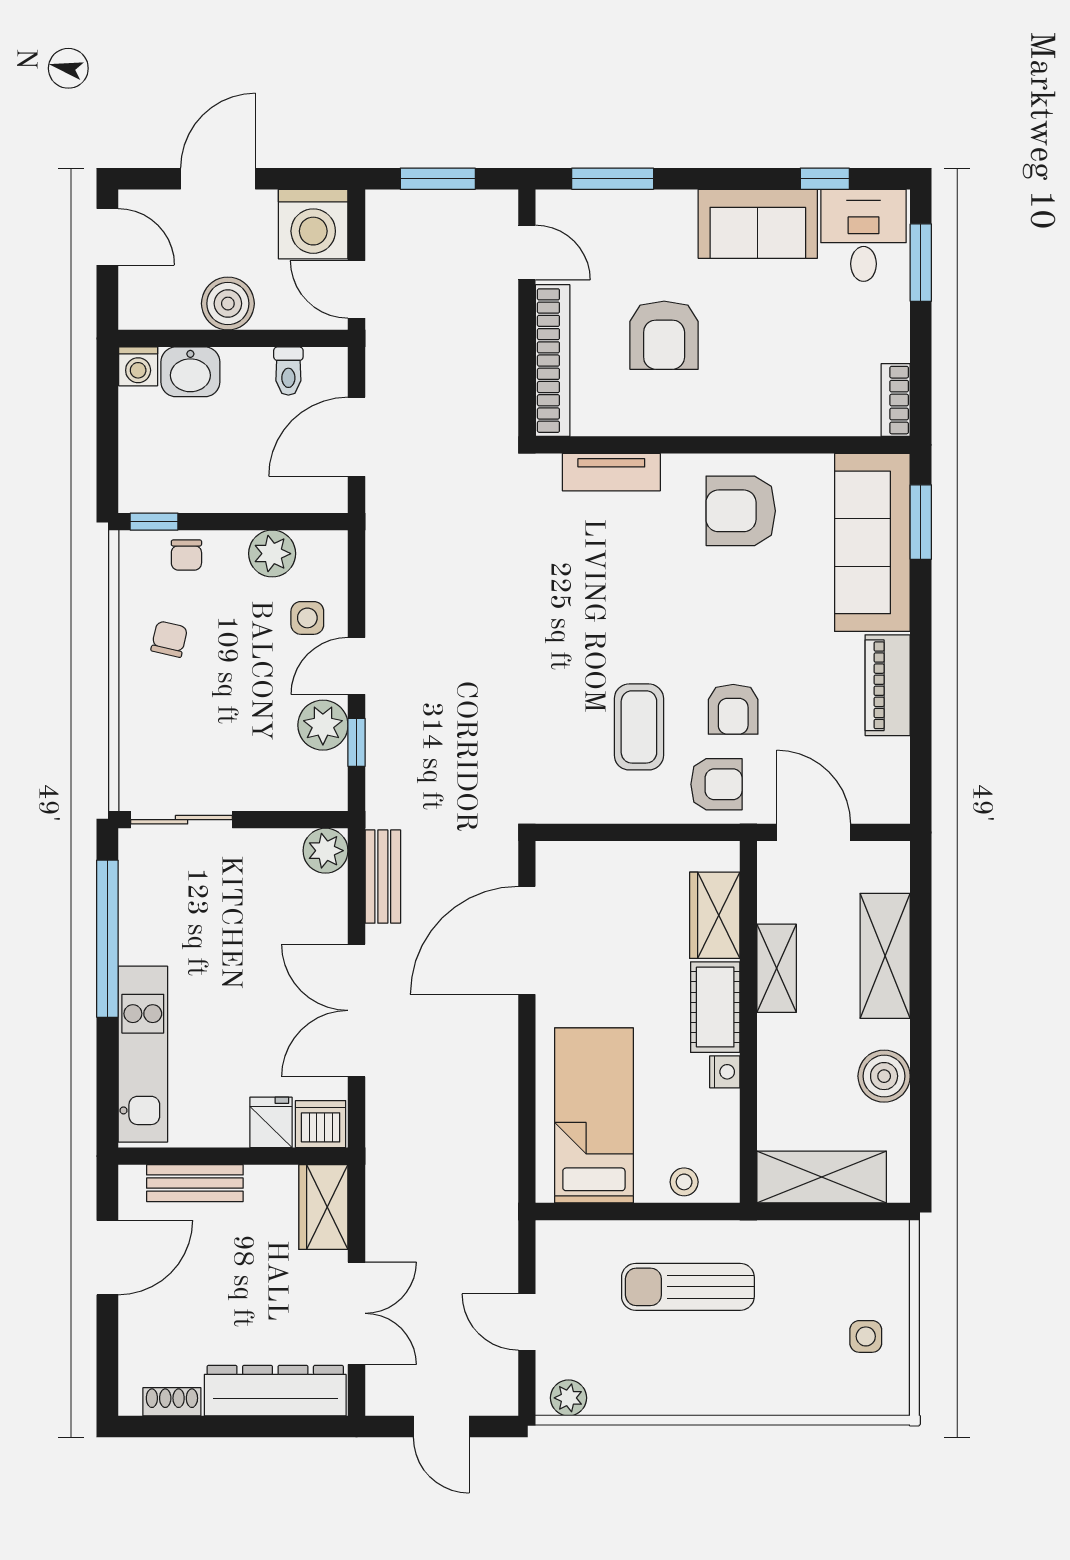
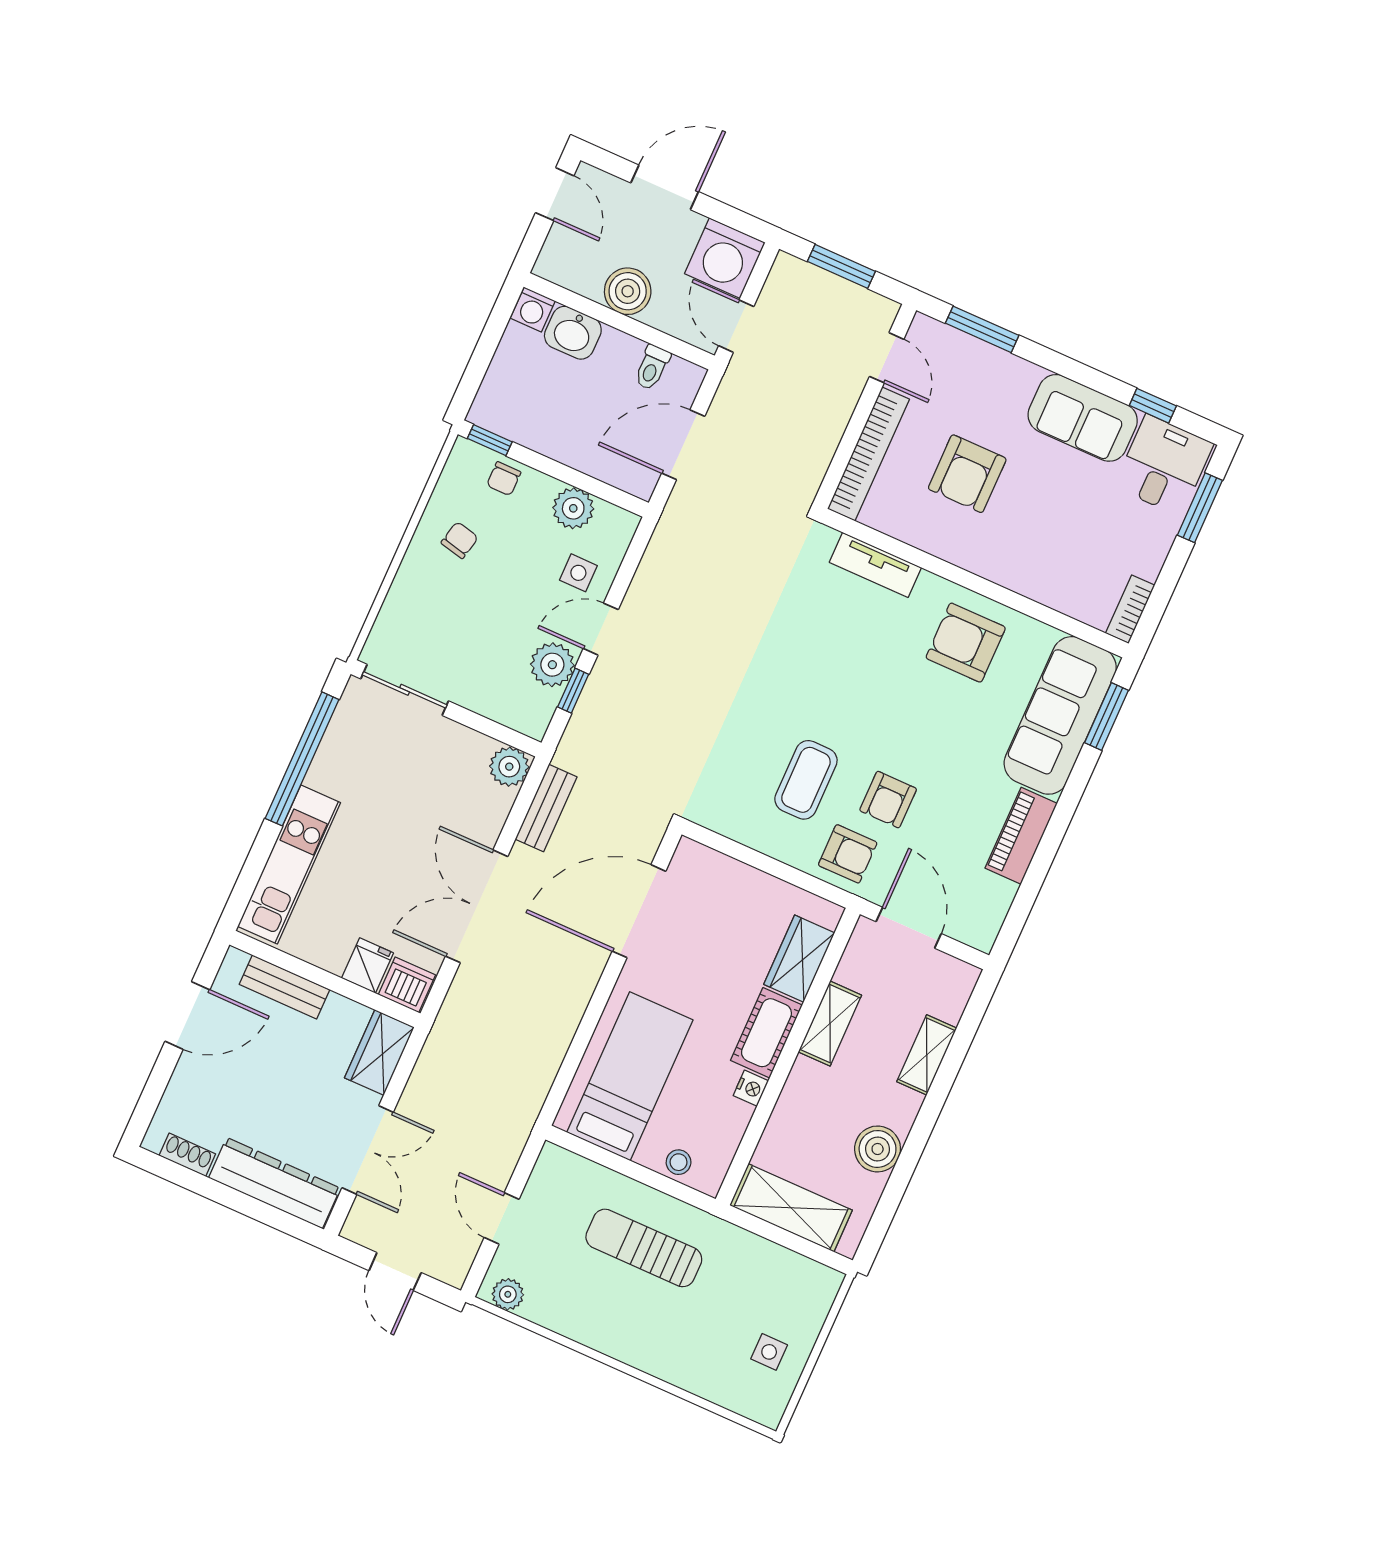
shelving: (885, 956) -> (927, 1055), width x0.67, depth x0.75

